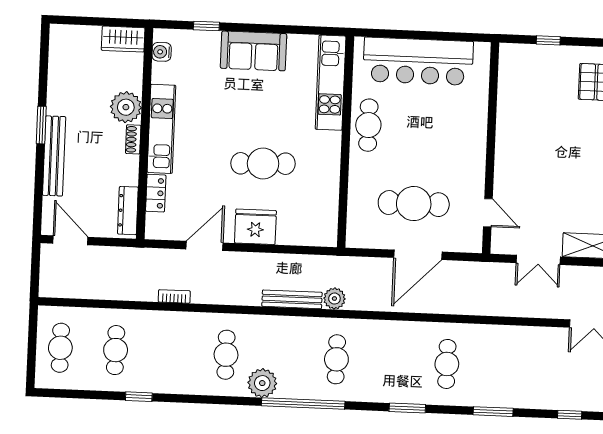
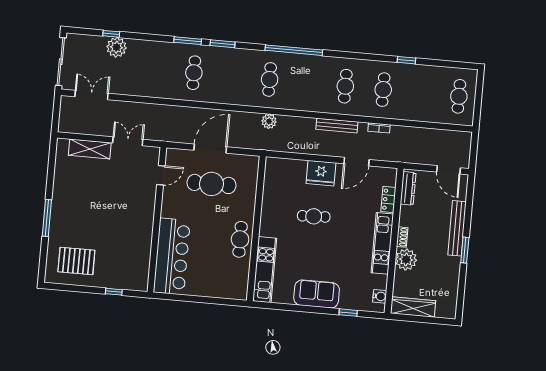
wardrobe: (123, 39) -> (413, 307), width x1.50
bar counter: (418, 61) -> (172, 256), moved, turned 90
cafe table: (263, 163) -> (314, 216), width x0.73, depth x0.74
door: (488, 213) -> (161, 175), swing flipped
bench: (292, 299) -> (337, 126), moved
cafe table: (116, 350) -> (383, 90), moved
plant: (262, 383) -> (117, 47), moved
window: (493, 412) -> (188, 41), moved

